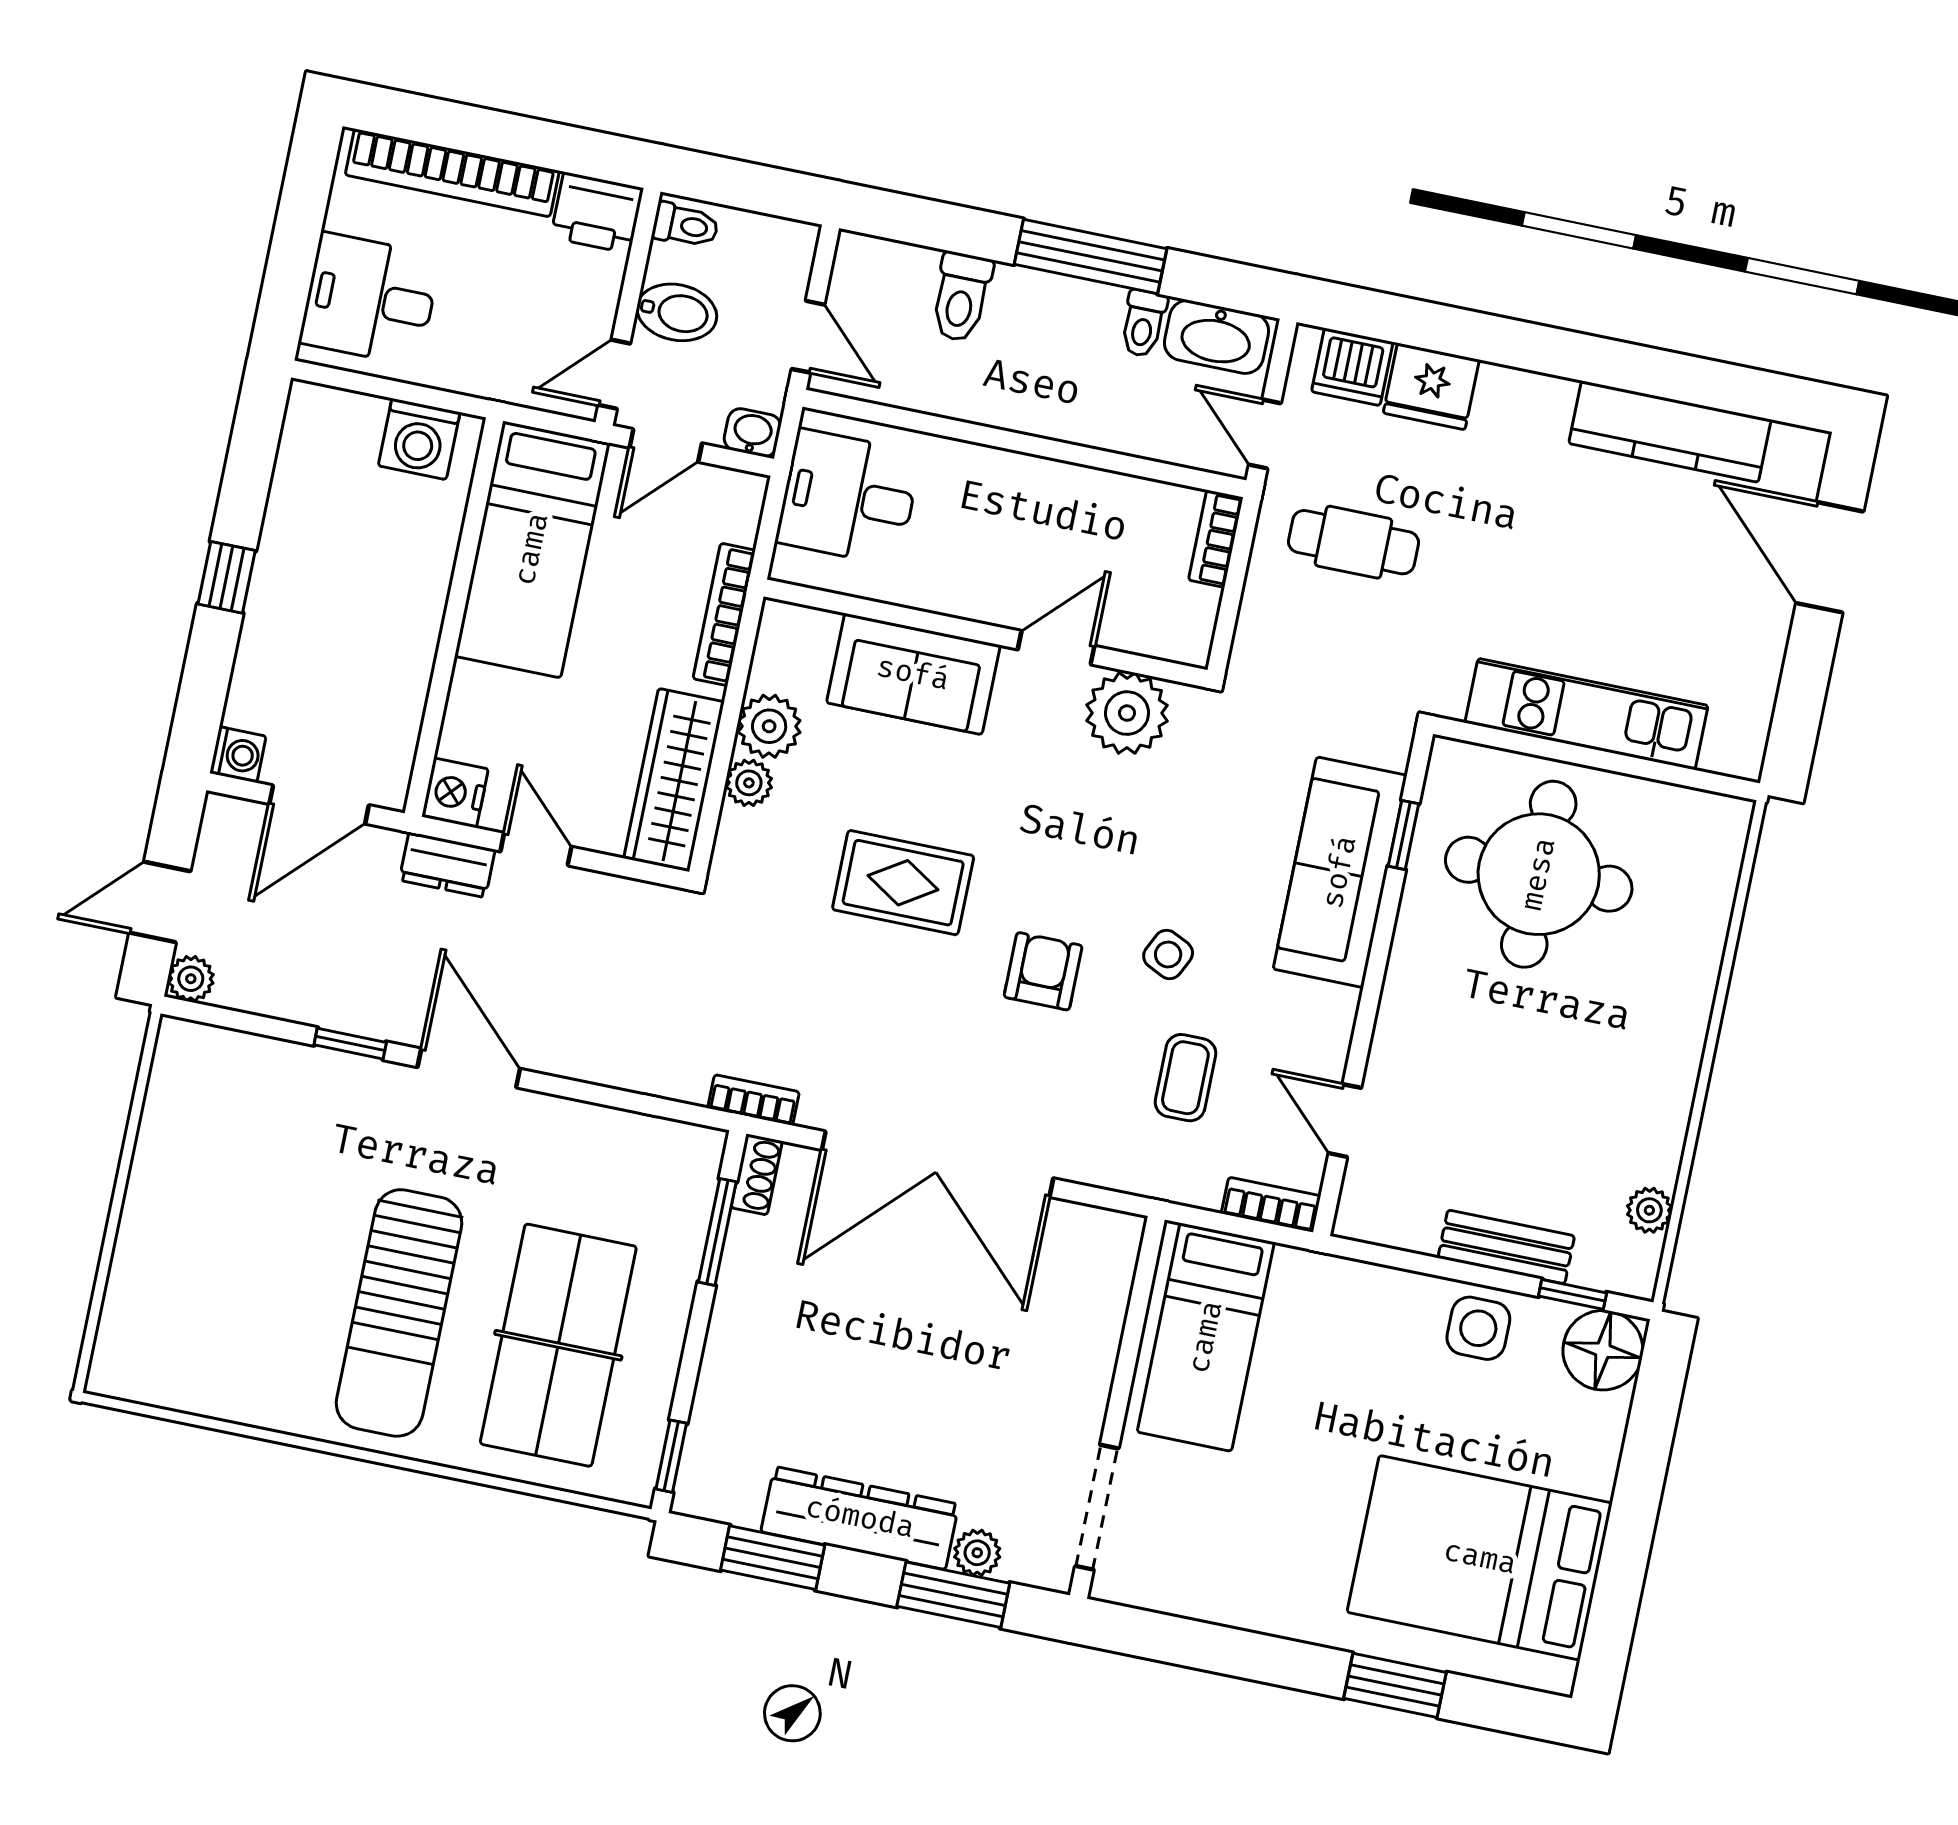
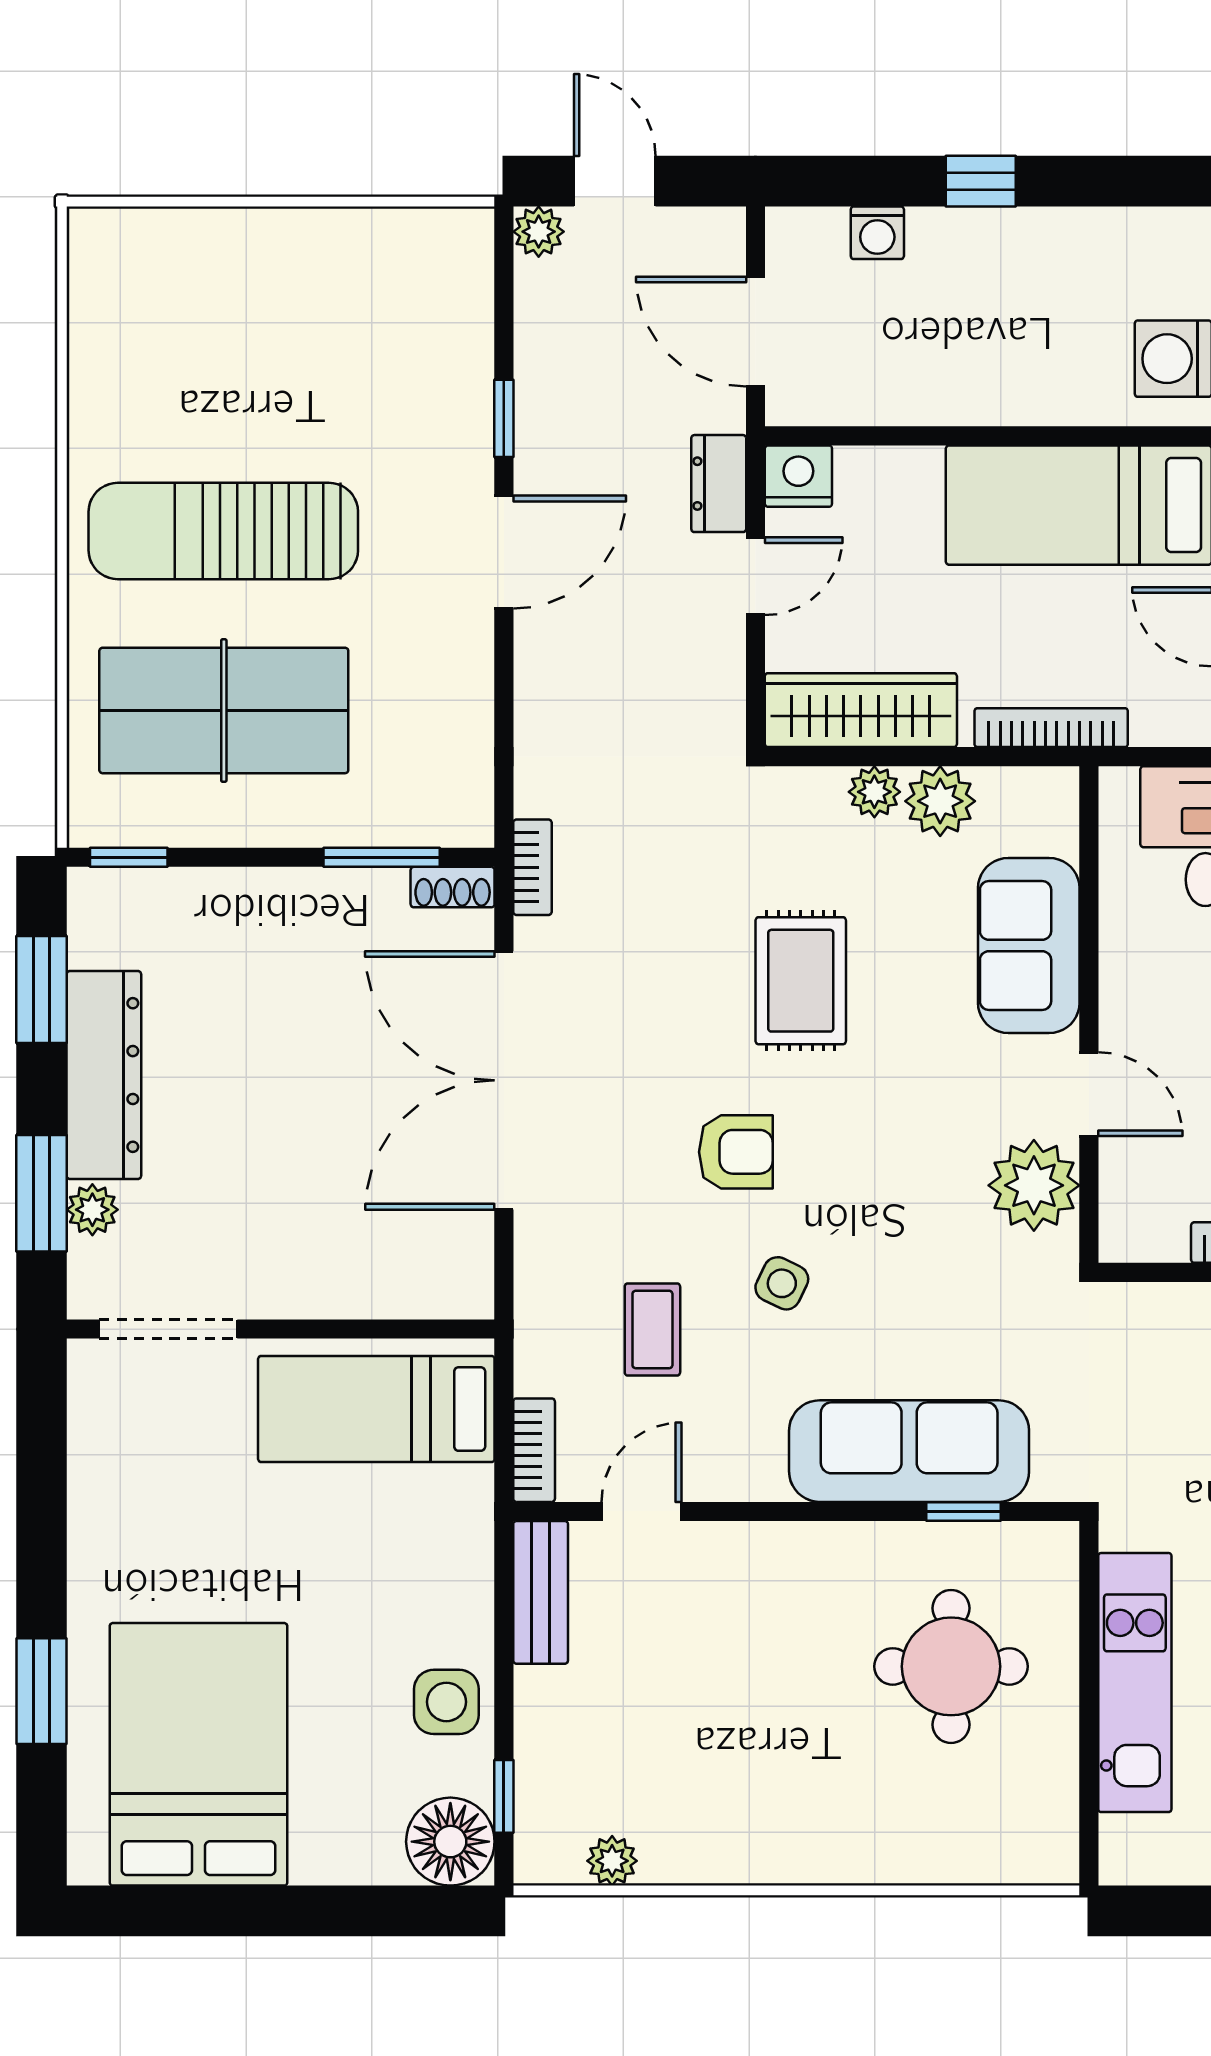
washing machine: (238, 755) -> (877, 233), moved
round table: (1539, 874) -> (951, 1666), width x0.73, depth x0.73
coffee table: (1185, 1078) -> (652, 1329), turned 90
bench: (1506, 1247) -> (541, 1592), moved

